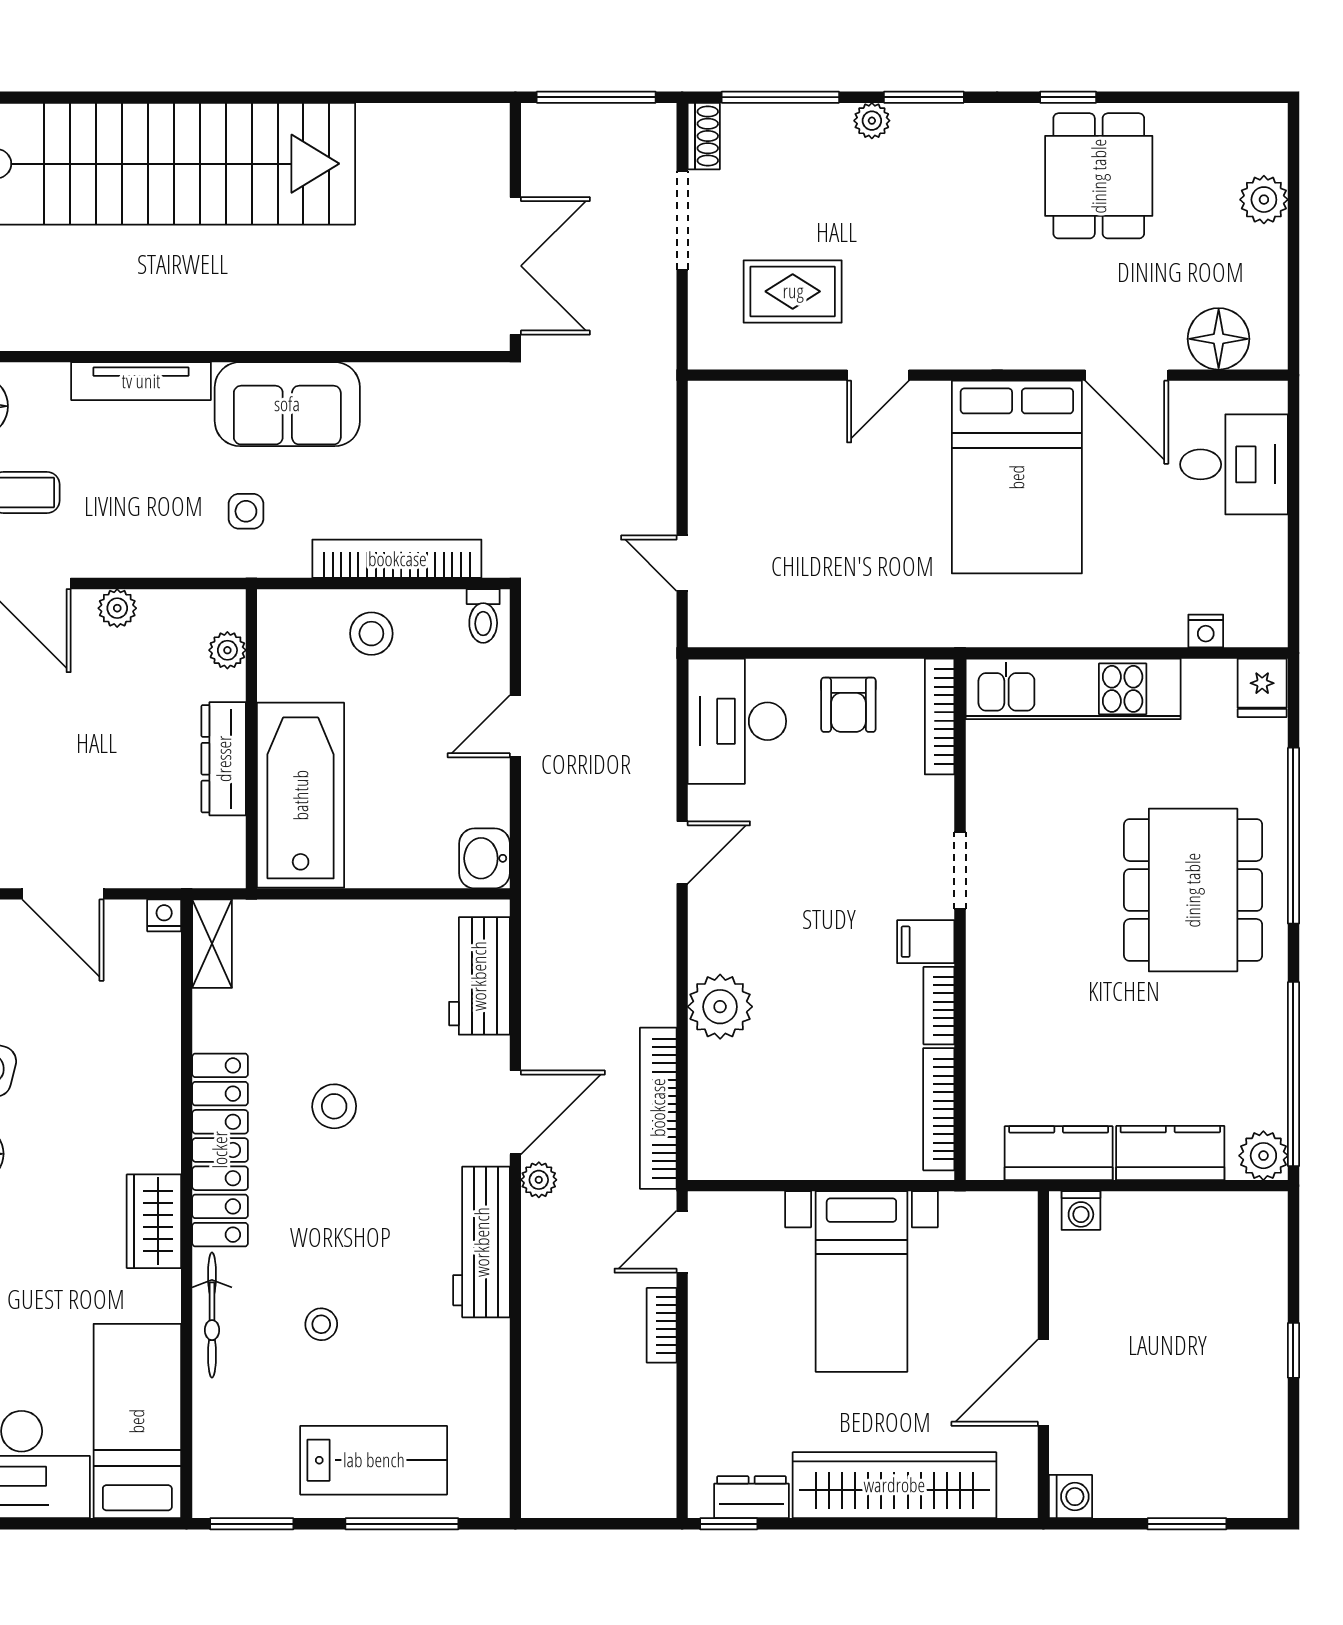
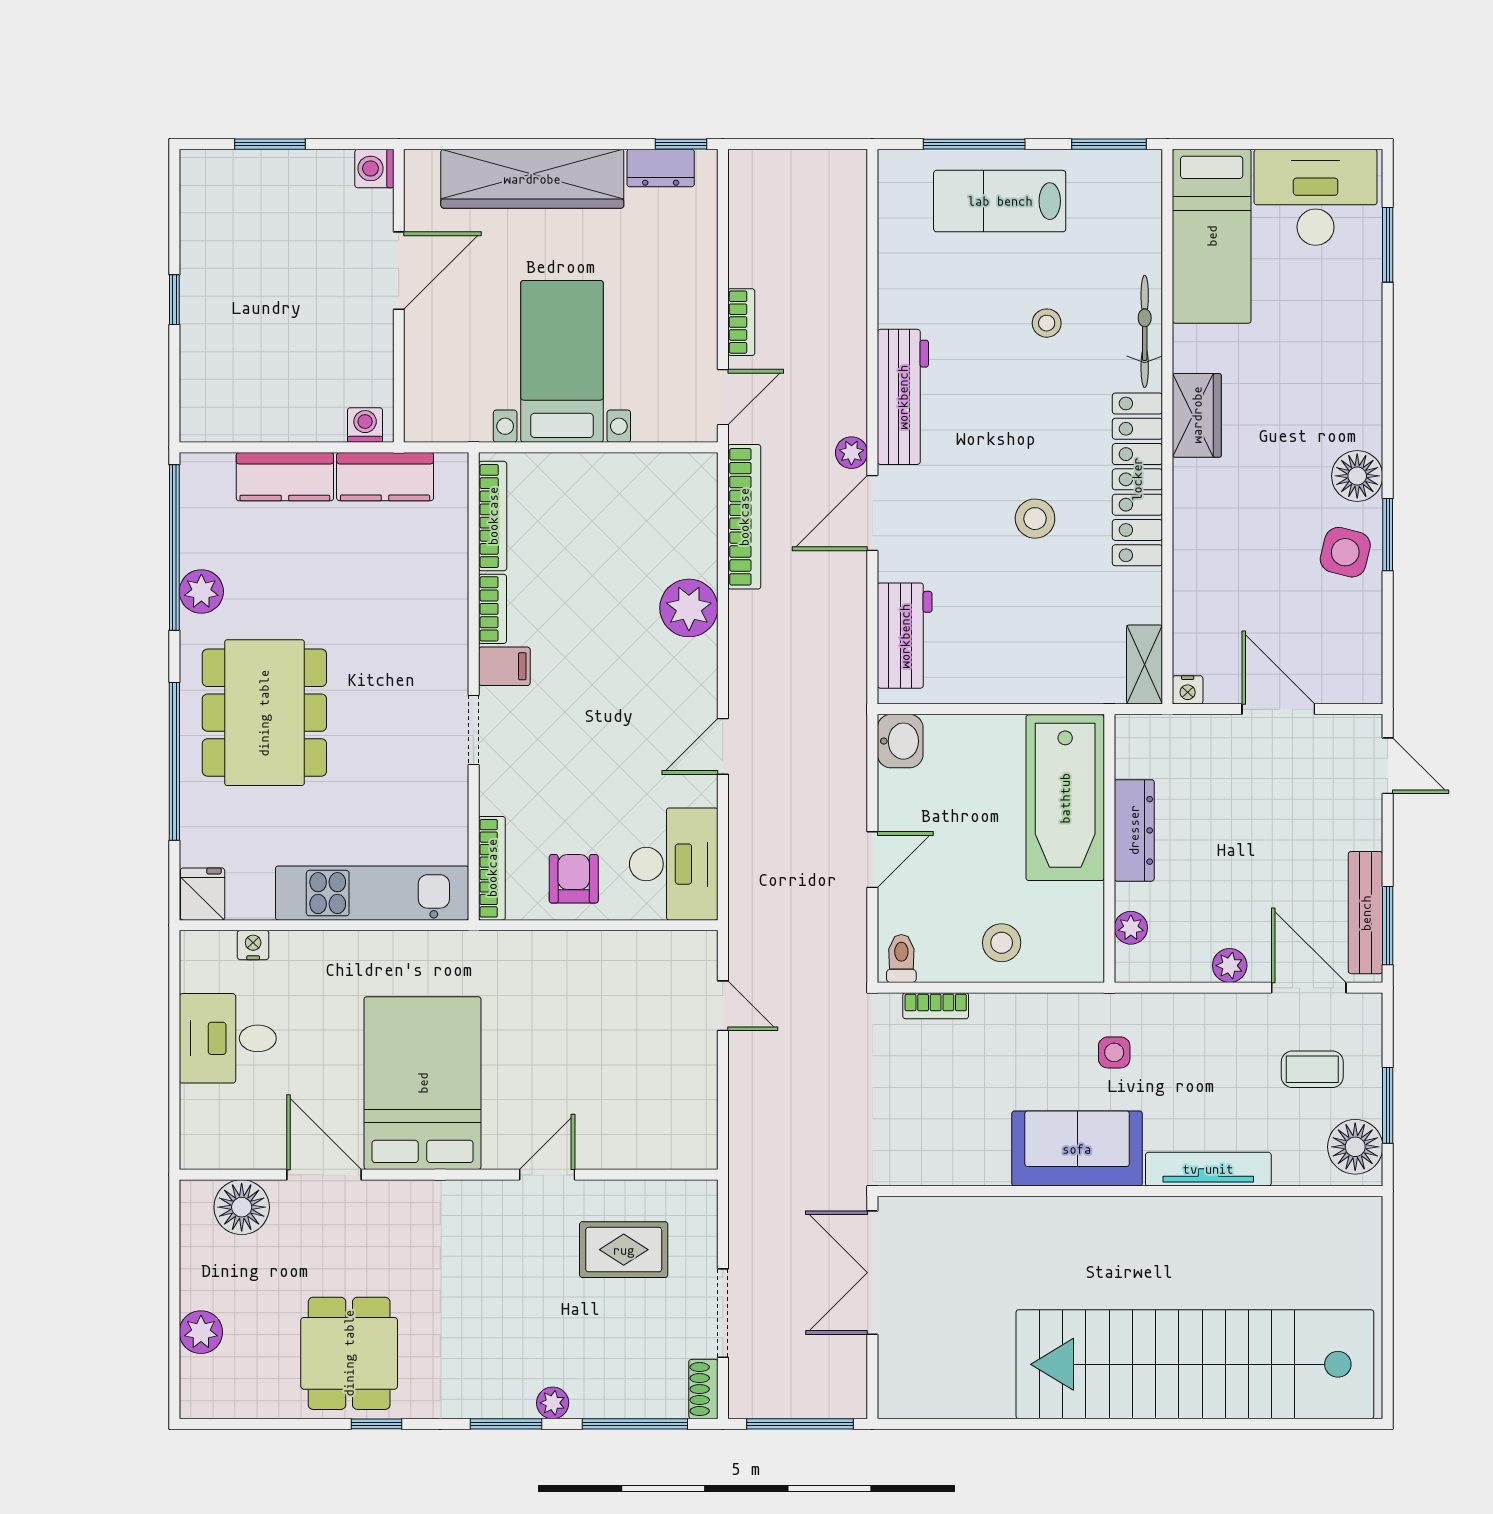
desk: (1234, 464) -> (228, 1038), moved
bookcase: (397, 559) -> (936, 1006), width x0.43, depth x0.76
plant: (1263, 1156) -> (201, 591), moved

